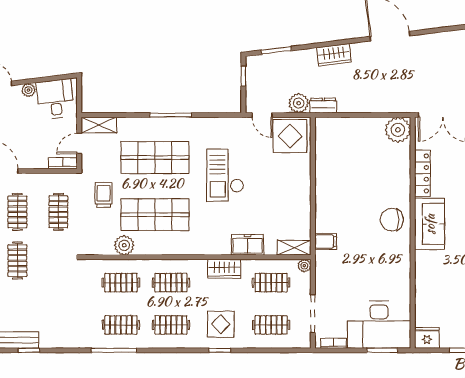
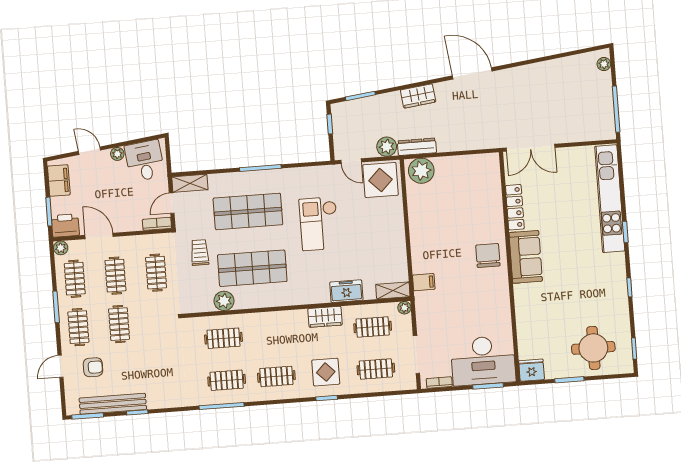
dresser: (323, 105) -> (417, 147), width x1.44
plant: (398, 130) -> (421, 171), moved
chair: (392, 220) -> (488, 255), turned 90
clothes rail: (171, 283) -> (273, 334), removed

